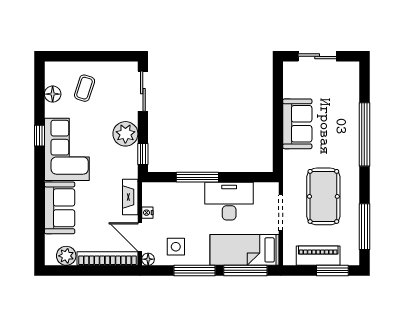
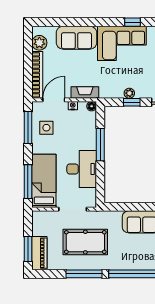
plant: (125, 134) -> (129, 93), width x0.53, depth x0.53
window: (143, 154) -> (132, 102), moved
window: (364, 227) -> (84, 274), moved
piano: (318, 256) -> (39, 253), moved
floor lamp: (148, 259) -> (92, 106), moved
window: (195, 270) -> (28, 128), moved

